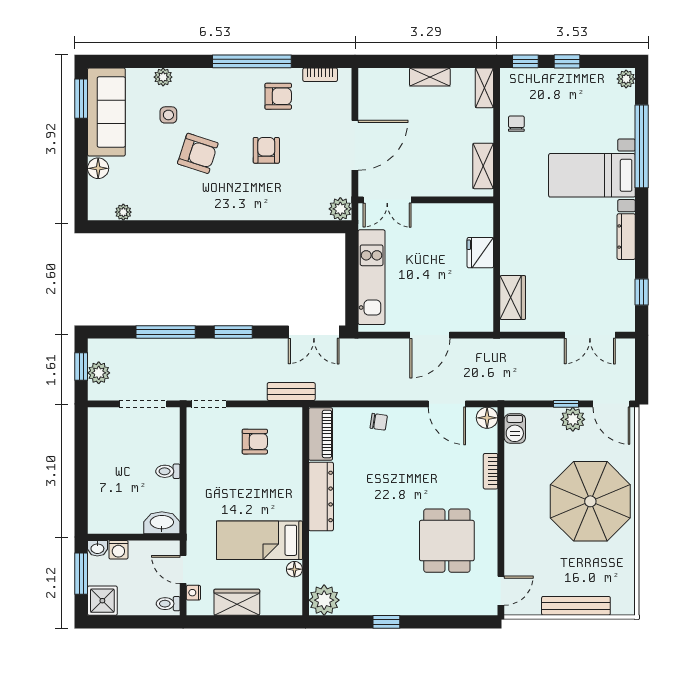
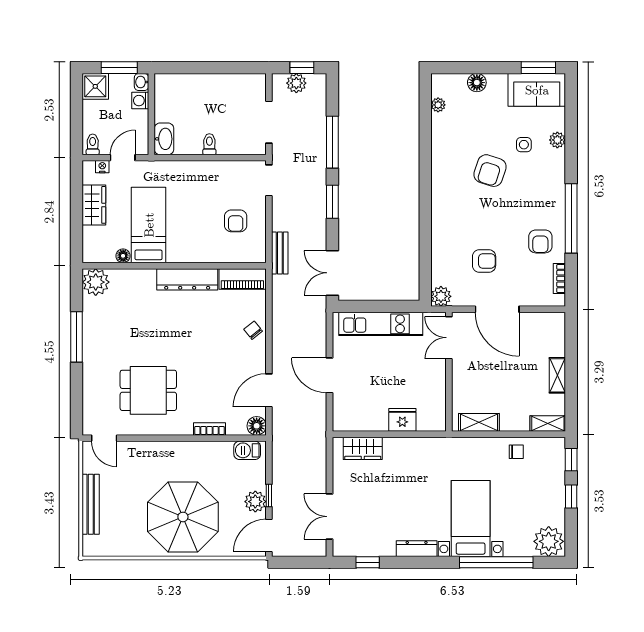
plant: (626, 79) -> (549, 541), width x1.88, depth x1.88
sofa: (106, 112) -> (537, 90), width x0.73
armchair: (266, 150) -> (484, 261), moved
chair: (379, 422) -> (253, 330), turned 133
window: (386, 622) -> (77, 337), width x2.17

